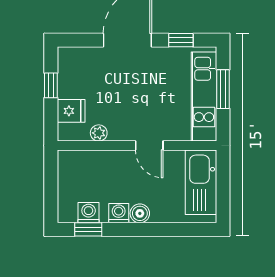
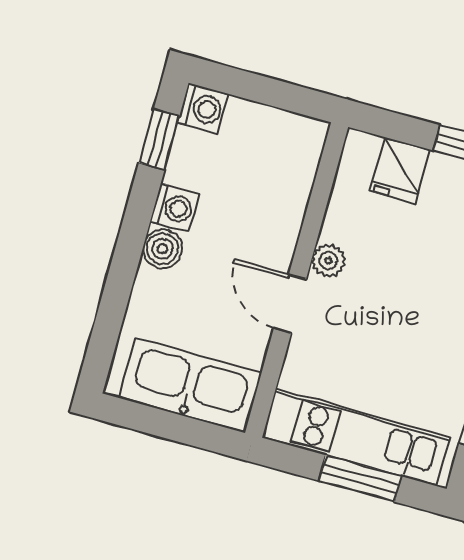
plant: (99, 133) -> (328, 261), moved
door: (149, 146) -> (290, 304), hinge flipped
washing machine: (89, 213) -> (203, 108), moved

